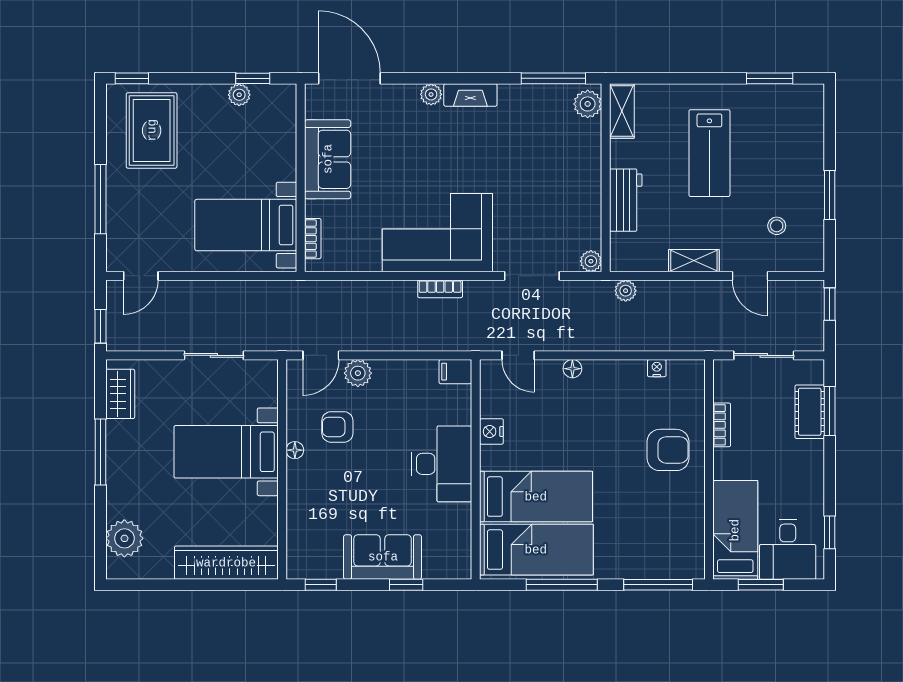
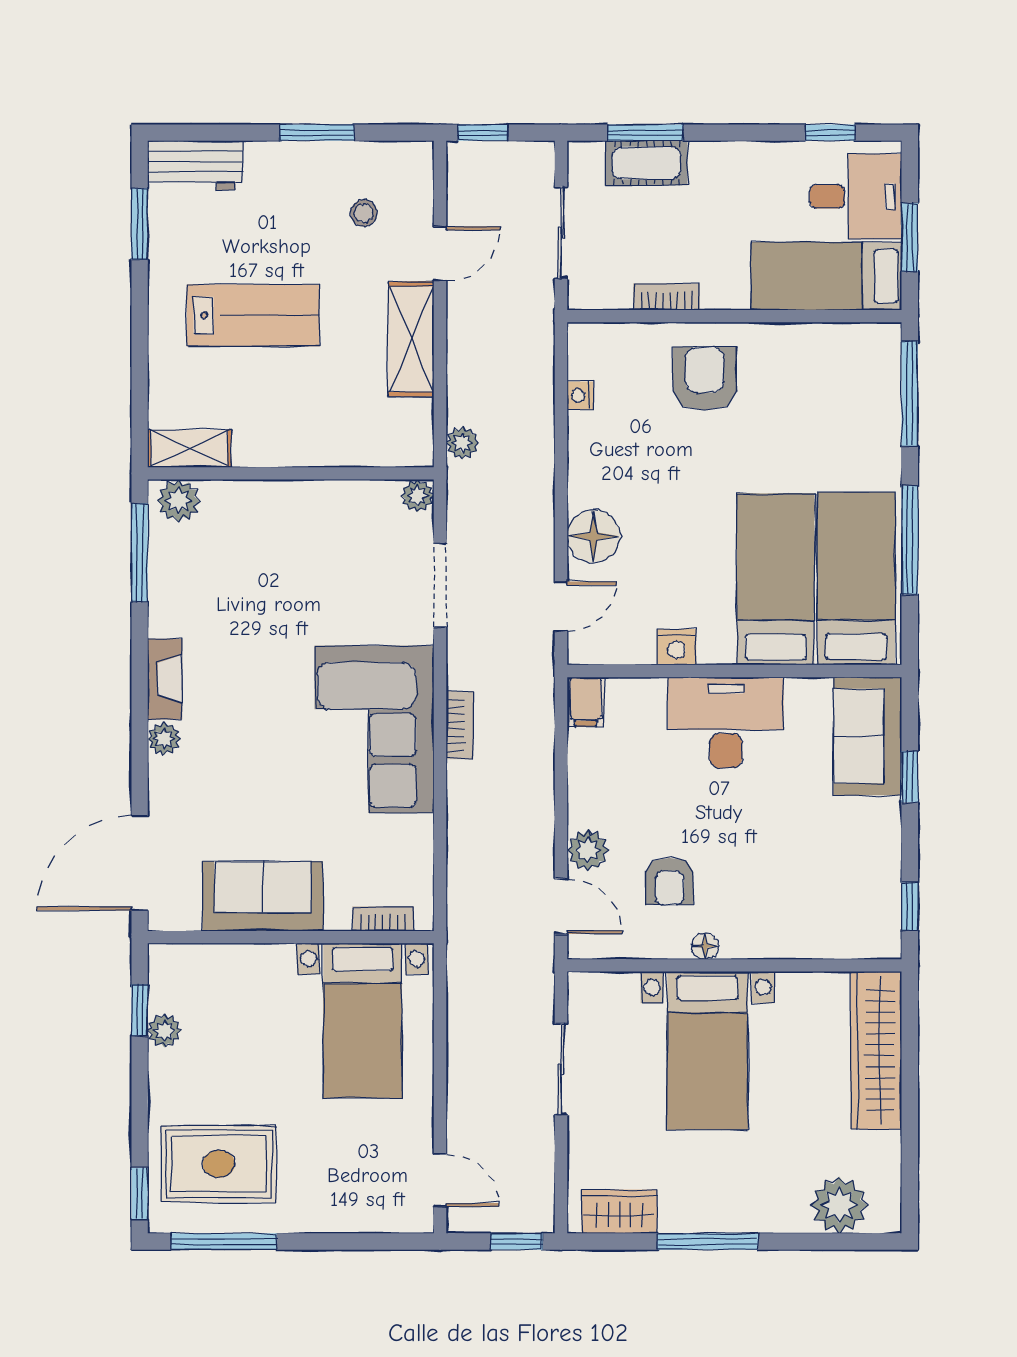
window: (101, 199) -> (224, 1242), moved
workbench: (626, 200) -> (195, 165), moved, turned 180
shelving: (694, 261) -> (411, 339), width x1.50, depth x1.33
floor lamp: (572, 369) -> (594, 536), width x1.89, depth x1.89
sofa: (383, 557) -> (868, 736), moved

